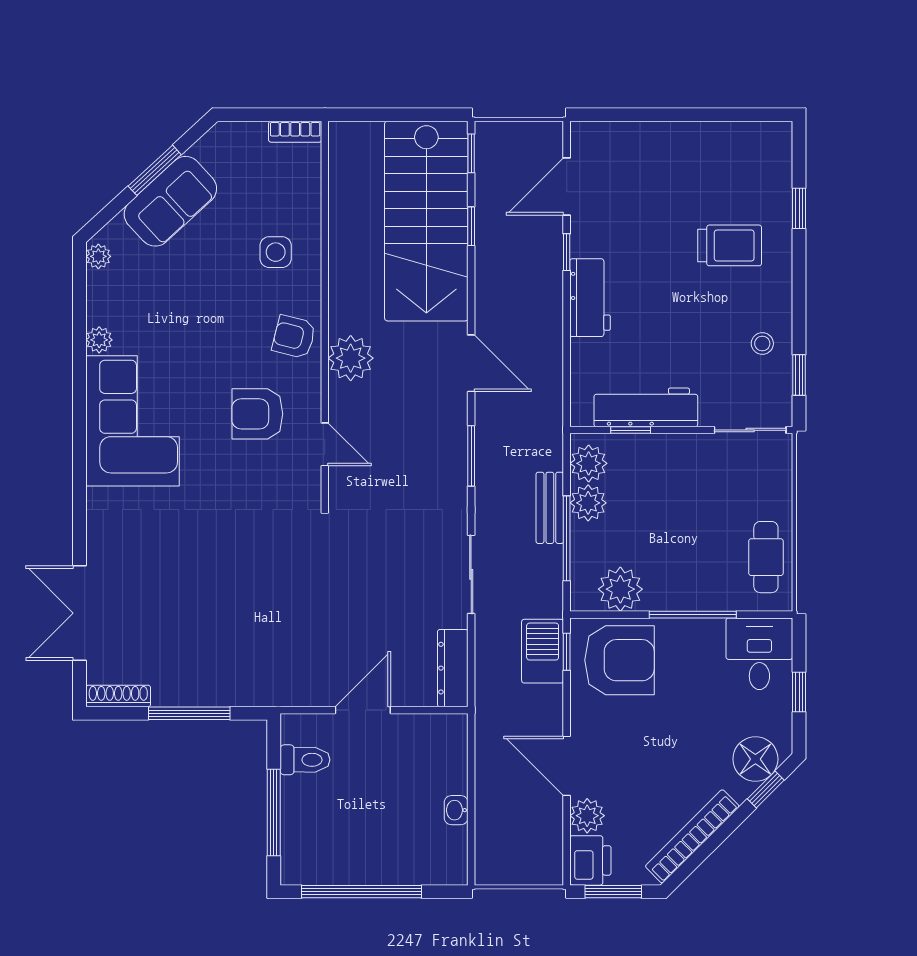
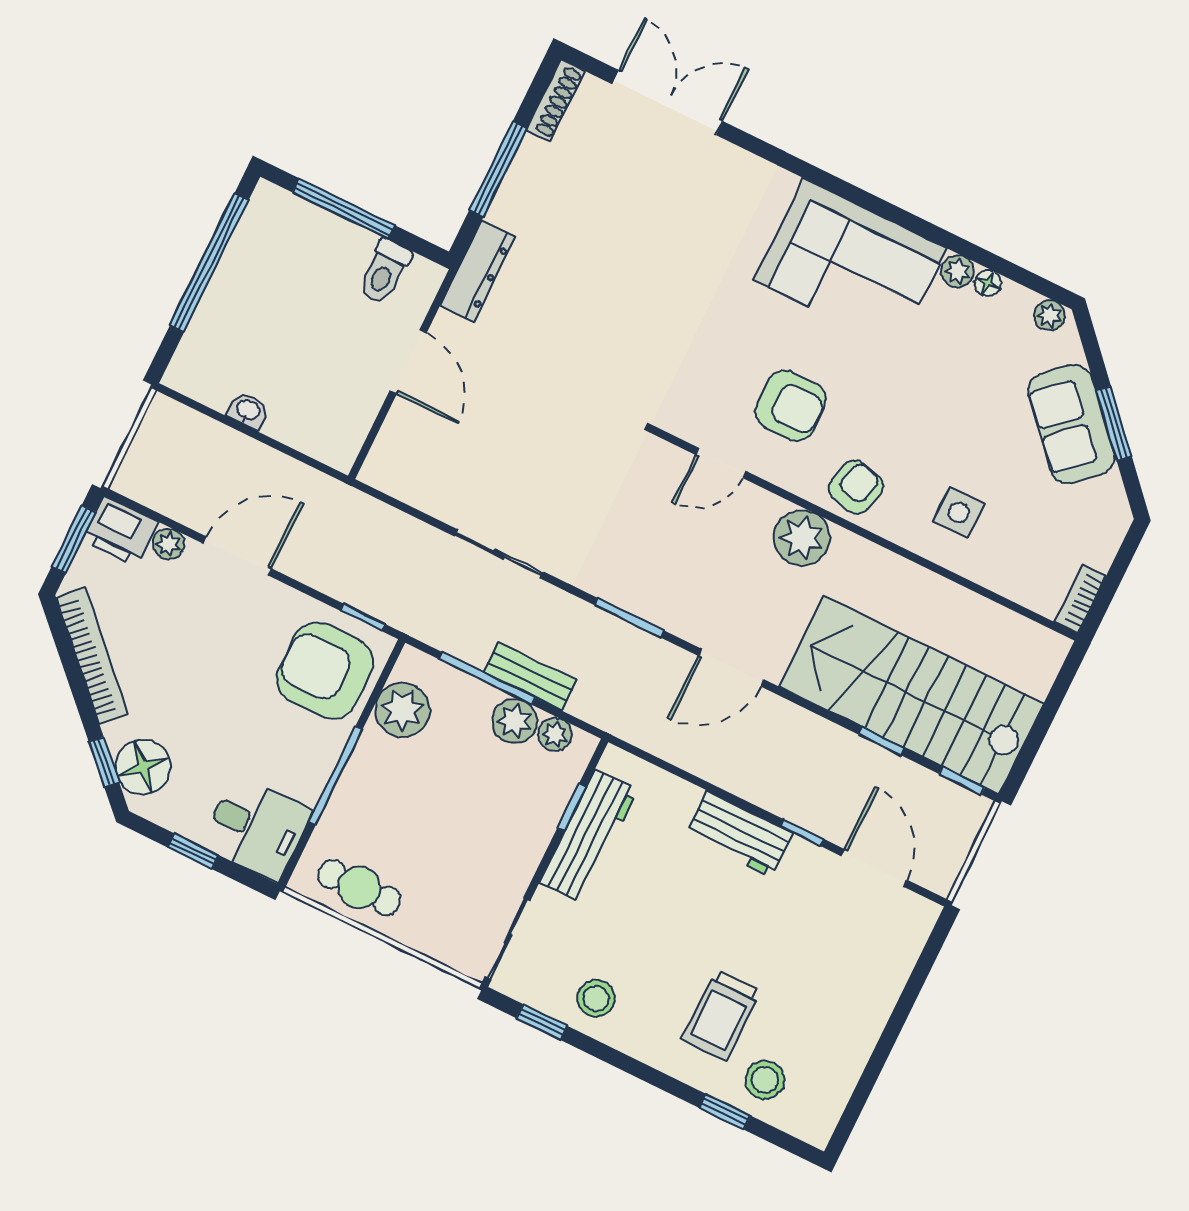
stool: (761, 190) -> (765, 1080), added
floor lamp: (97, 313) -> (988, 283), added
stool: (762, 344) -> (596, 998), width x1.37, depth x1.37
armchair: (257, 414) -> (791, 405), turned 90
plant: (589, 463) -> (555, 734), width x0.73, depth x0.73
barbecue: (543, 651) -> (376, 591), removed
armchair: (619, 660) -> (325, 671), turned 90
dresser: (453, 668) -> (478, 271), moved, turned 90
plant: (587, 816) -> (169, 544), width x0.73, depth x0.73

